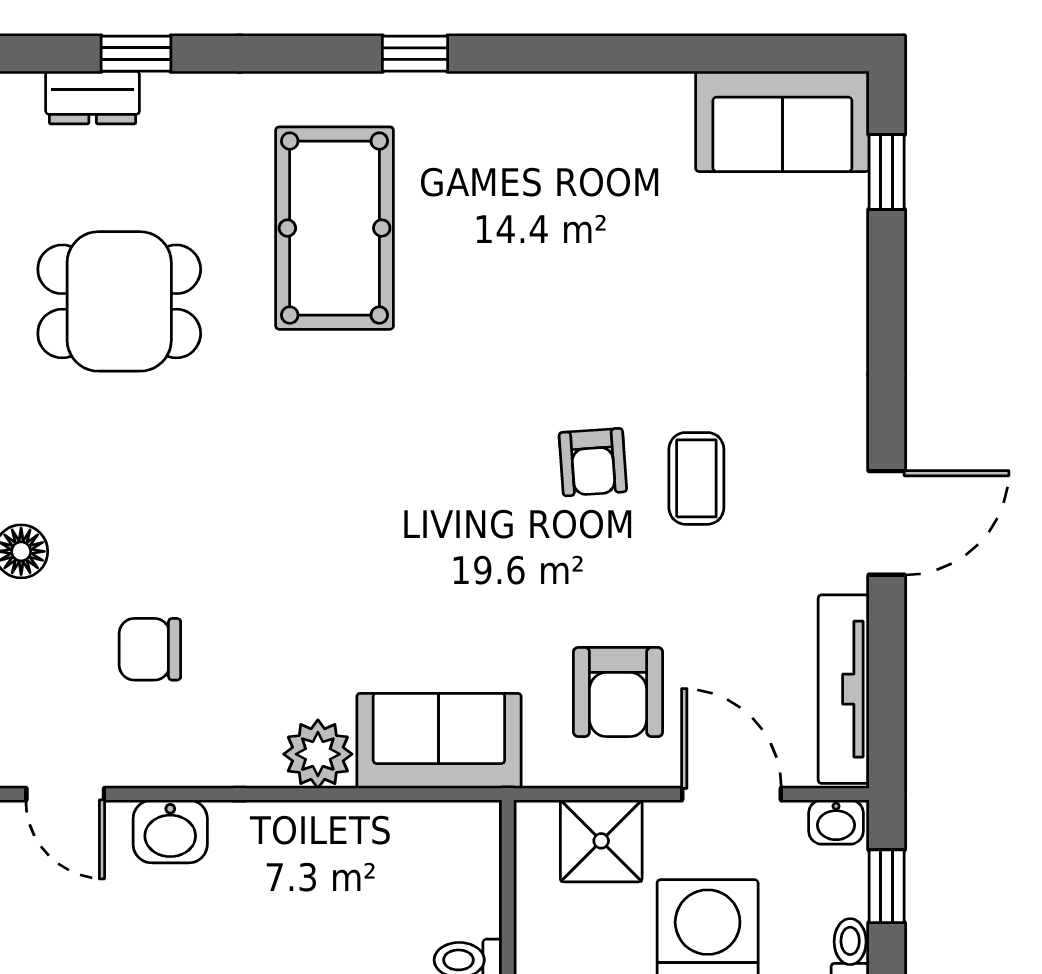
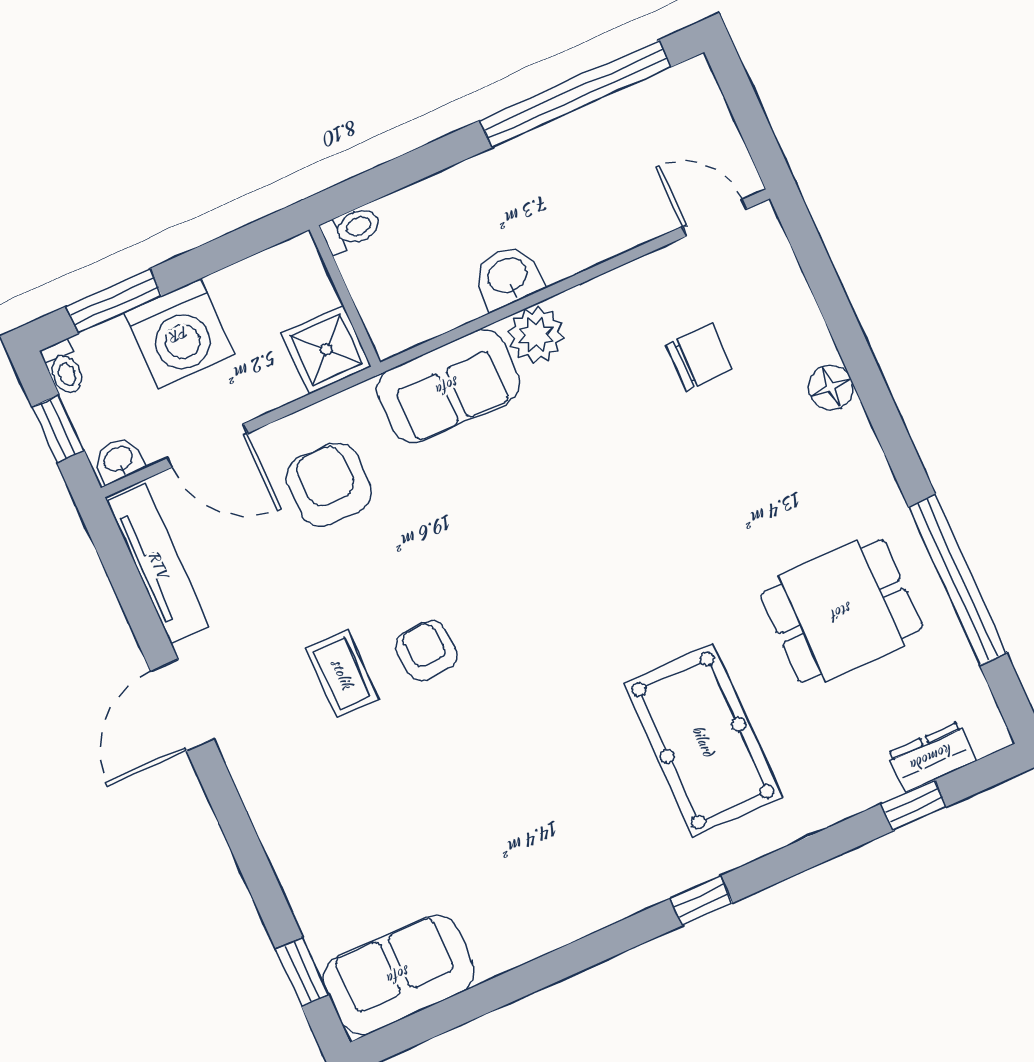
washbasin: (170, 831) -> (508, 276), moved
shower: (601, 841) -> (326, 350), moved

